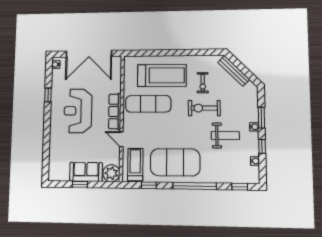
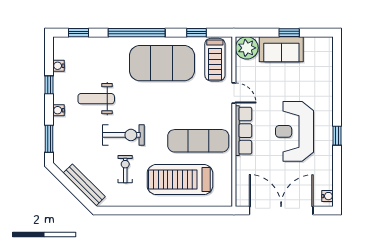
window: (48, 95) -> (337, 136), moved
reception desk: (78, 111) -> (295, 131), turned 180
window: (261, 118) -> (49, 139), moved

